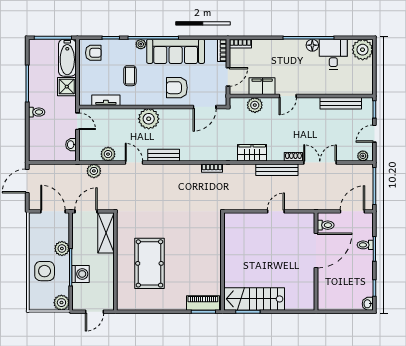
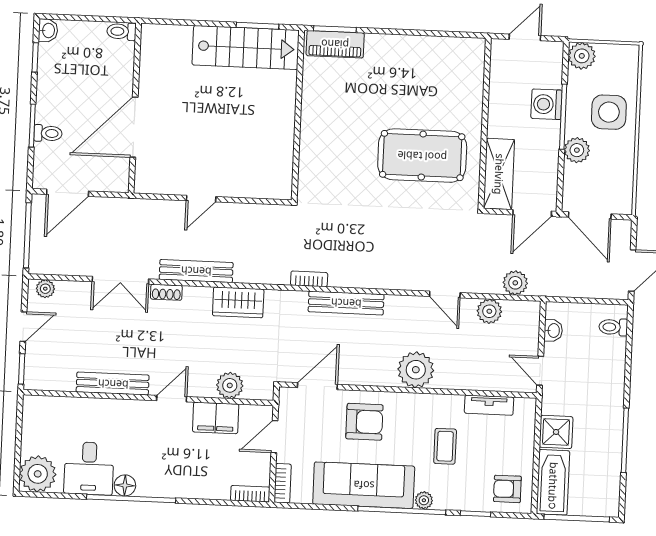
bench: (341, 103) -> (113, 384), moved
toilet: (37, 112) -> (613, 327), moved
bench: (164, 155) -> (346, 303), moved, width x1.36
toilet: (326, 225) -> (121, 31), moved
pool table: (149, 263) -> (422, 156), moved, turned 90

